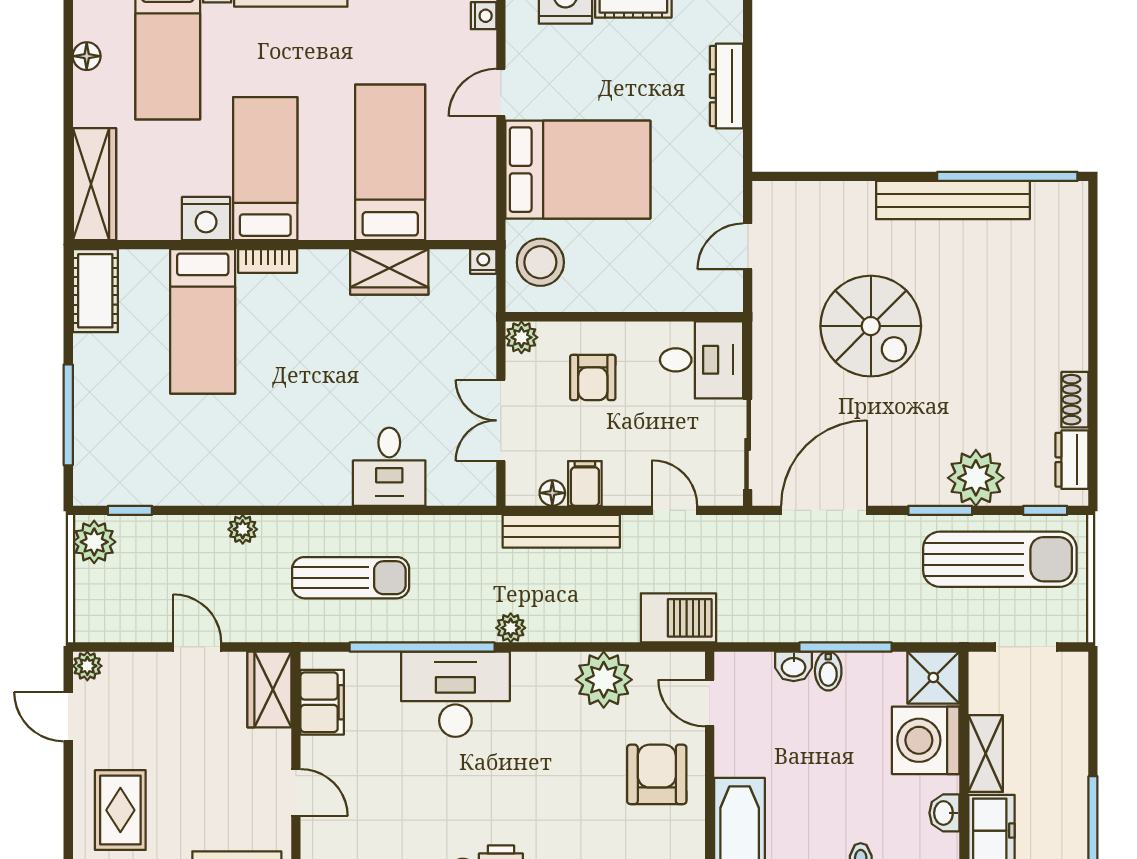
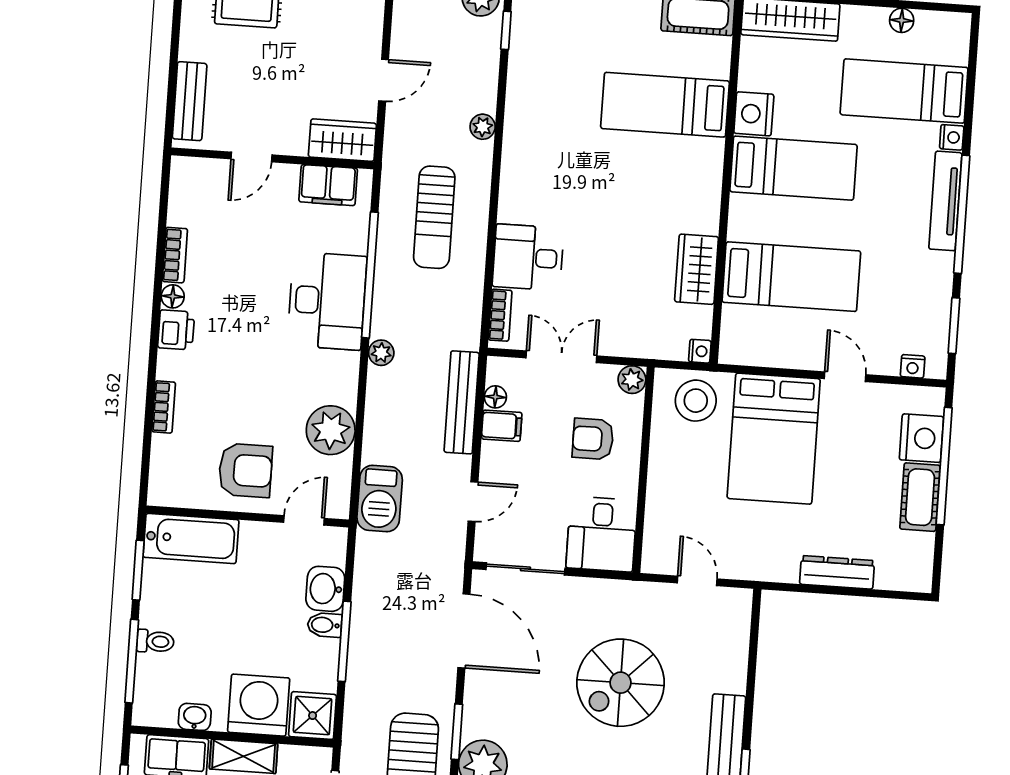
bookcase: (268, 261) -> (500, 315), moved, turned 180
washbasin: (794, 666) -> (325, 589), width x1.38, depth x1.45

